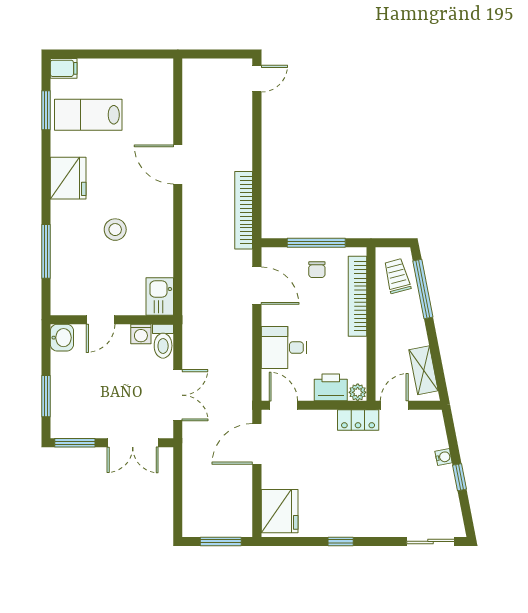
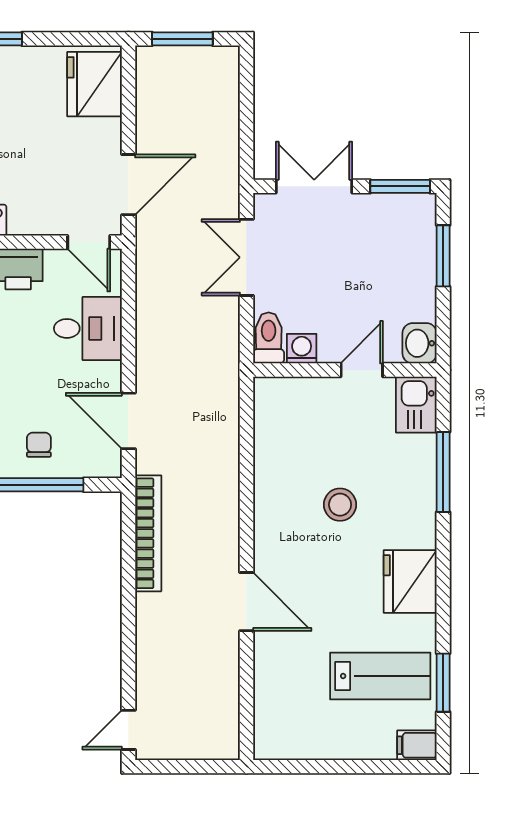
kitchen sink: (160, 297) -> (416, 405), moved, turned 180

